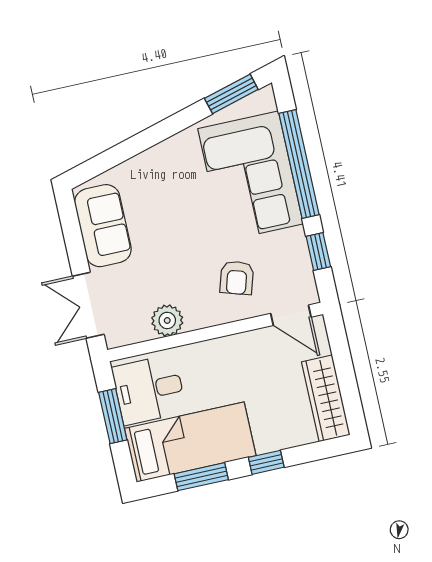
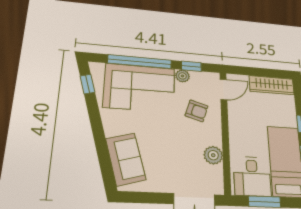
window: (231, 94) -> (87, 84), width x0.67
sofa: (103, 226) -> (126, 159), moved, turned 74
plant: (295, 241) -> (182, 76), added

